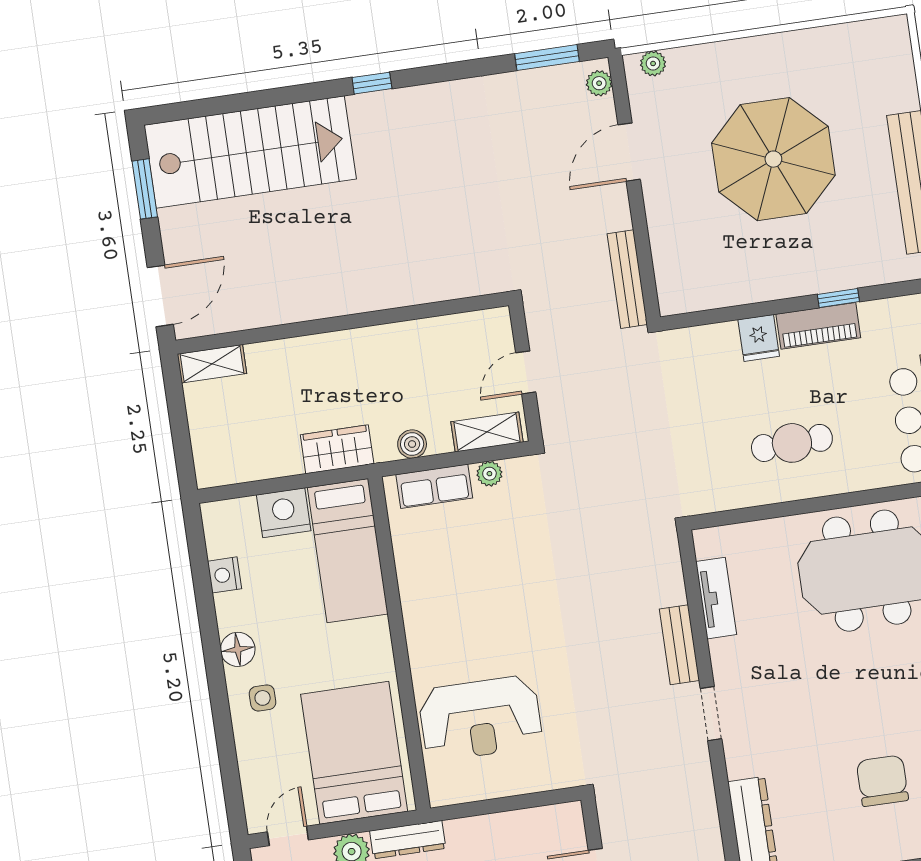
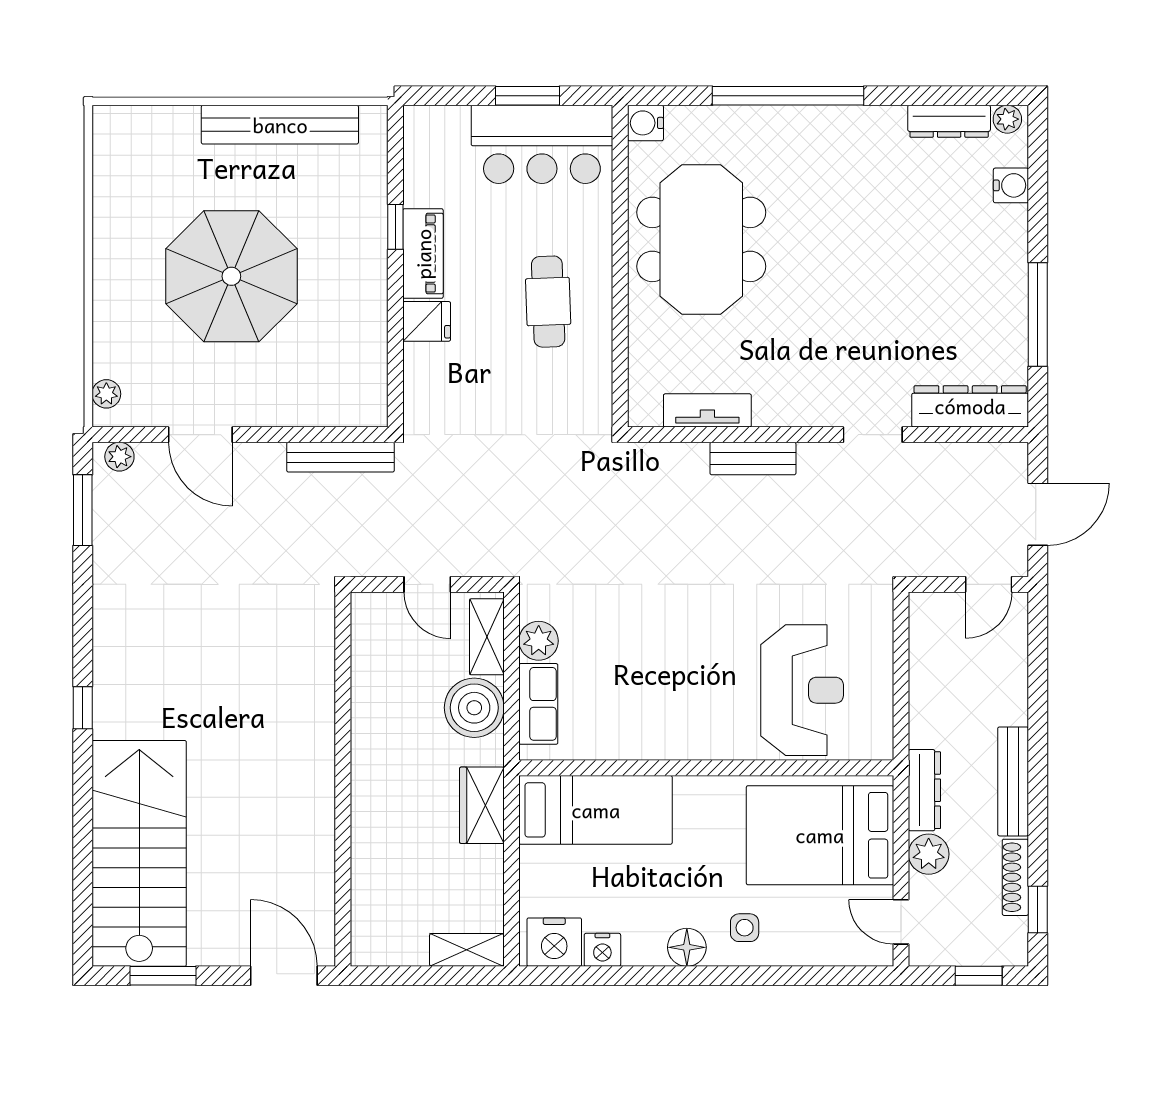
shelving: (212, 364) -> (467, 950), moved, turned 90
boiler: (412, 444) -> (474, 708), width x1.86, depth x1.86
plant: (489, 474) -> (539, 641), width x1.38, depth x1.38
nightstand: (284, 513) -> (554, 942), moved, turned -90
doorway: (711, 714) -> (873, 435), moved
chair: (882, 781) -> (936, 256), removed

